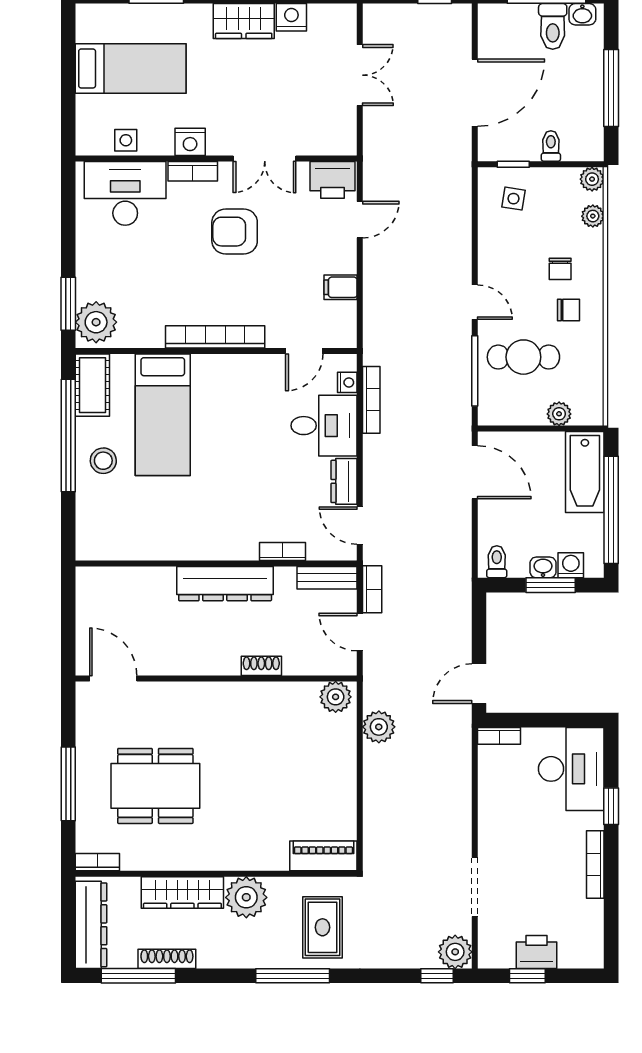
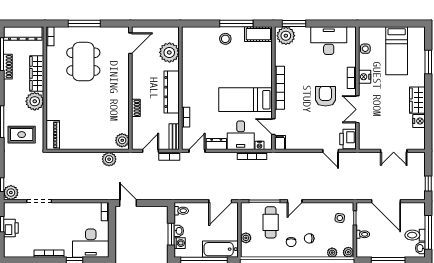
desk: (125, 193) -> (329, 41), moved, turned -90
filing cabinet: (341, 287) -> (280, 142), moved
bed: (163, 415) -> (245, 100), moved
window: (68, 436) -> (236, 24), width x0.68
plant: (134, 589) -> (169, 52), added

